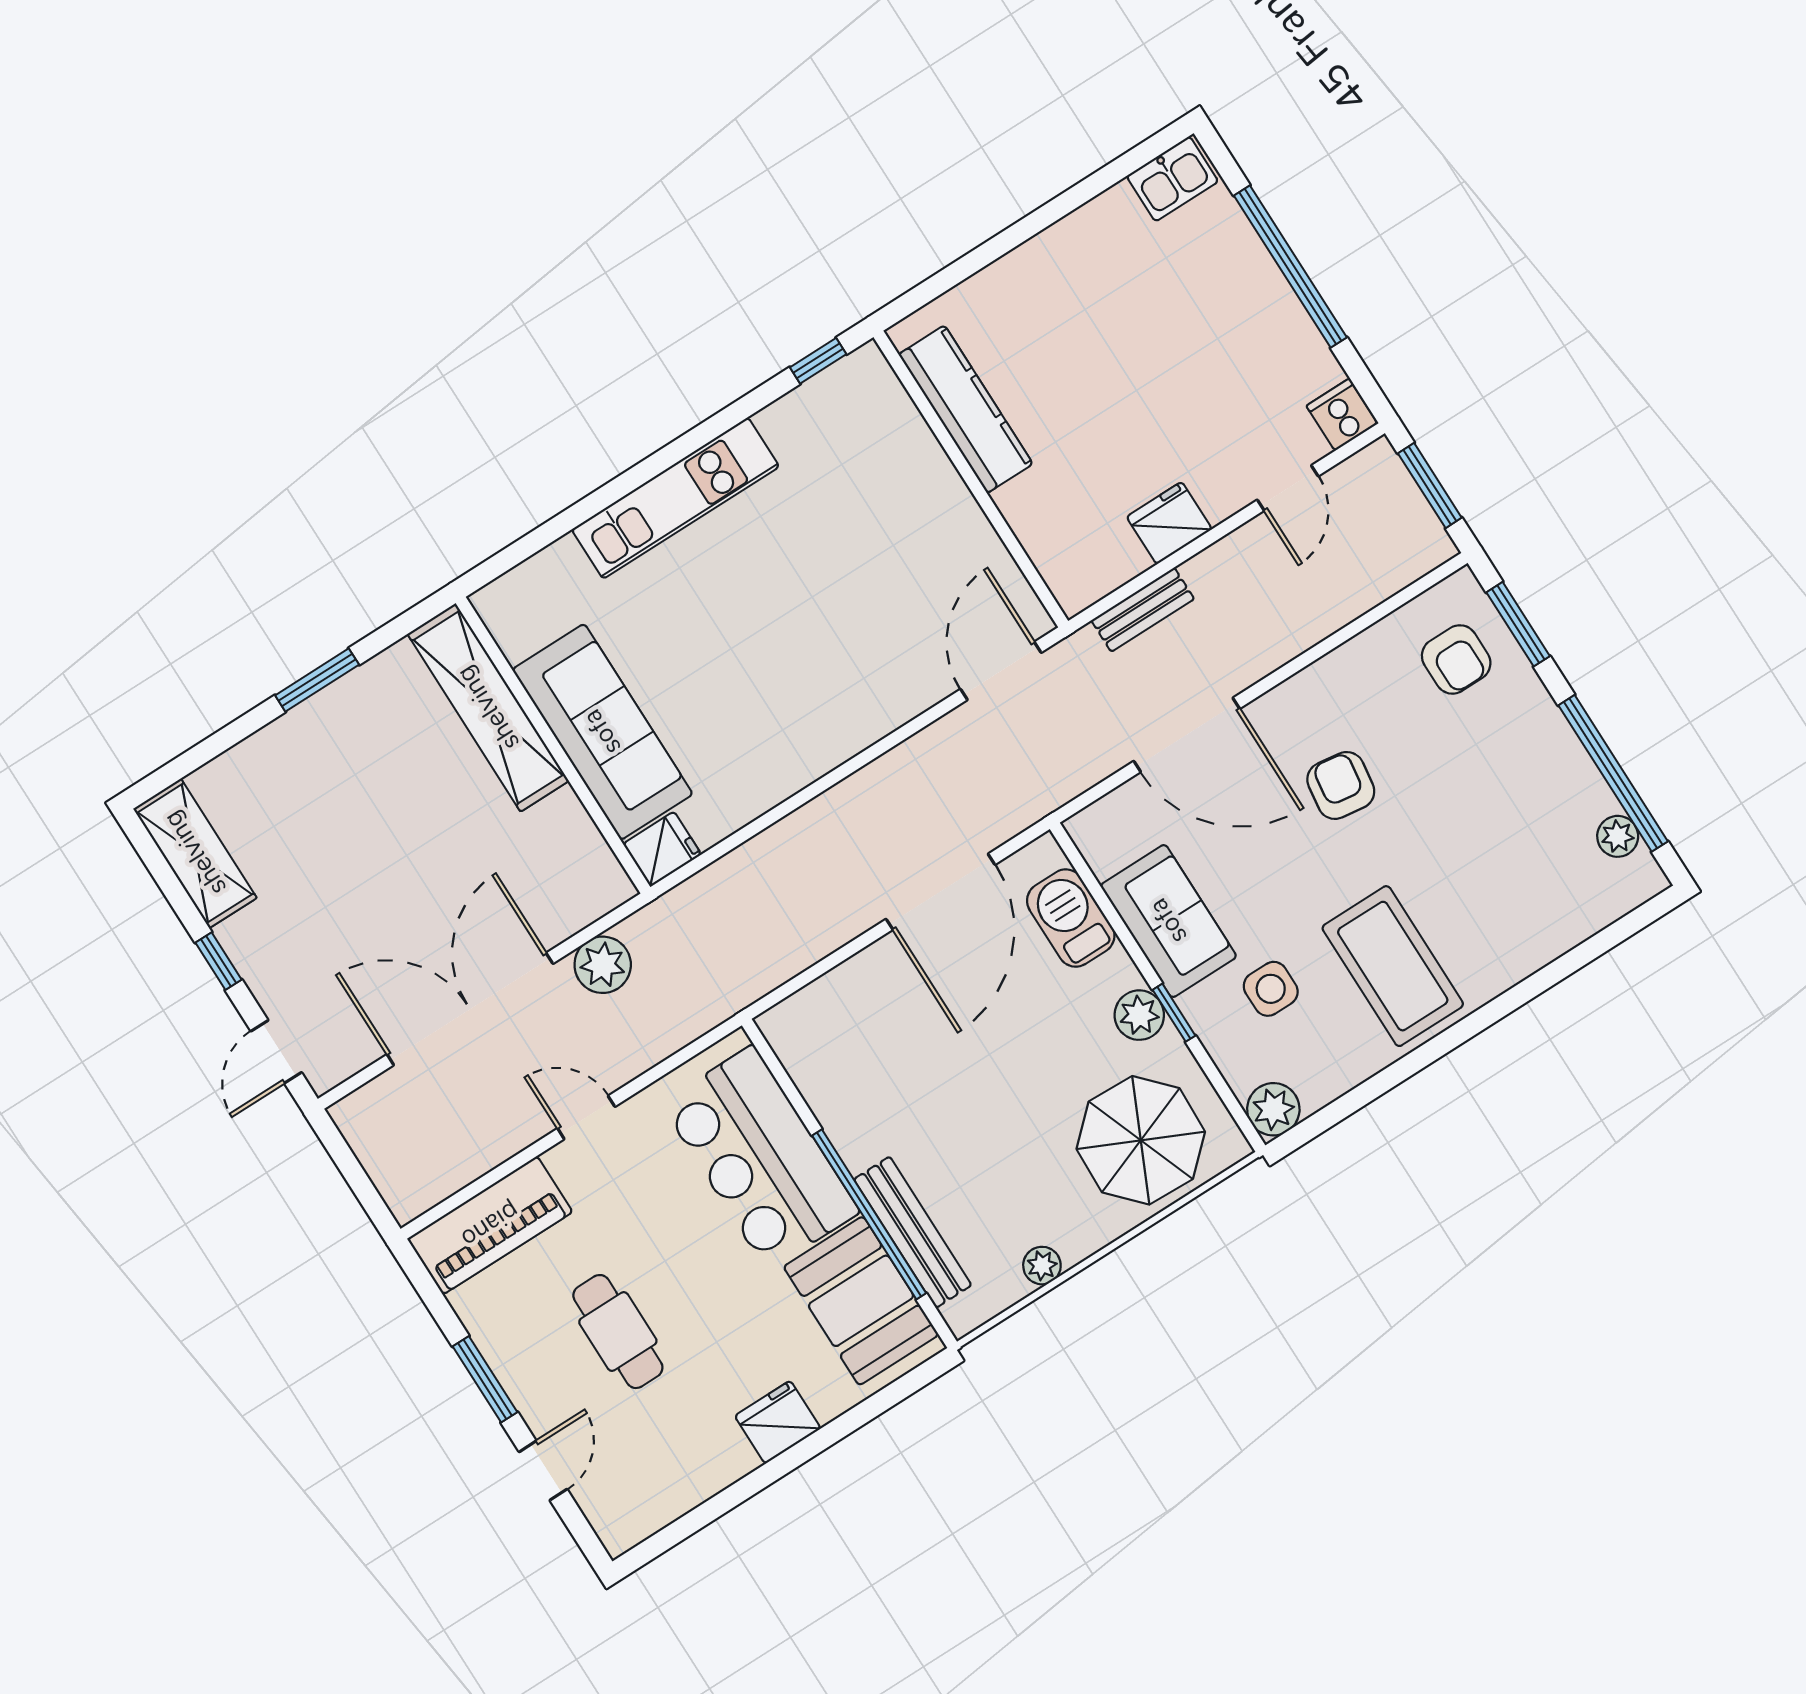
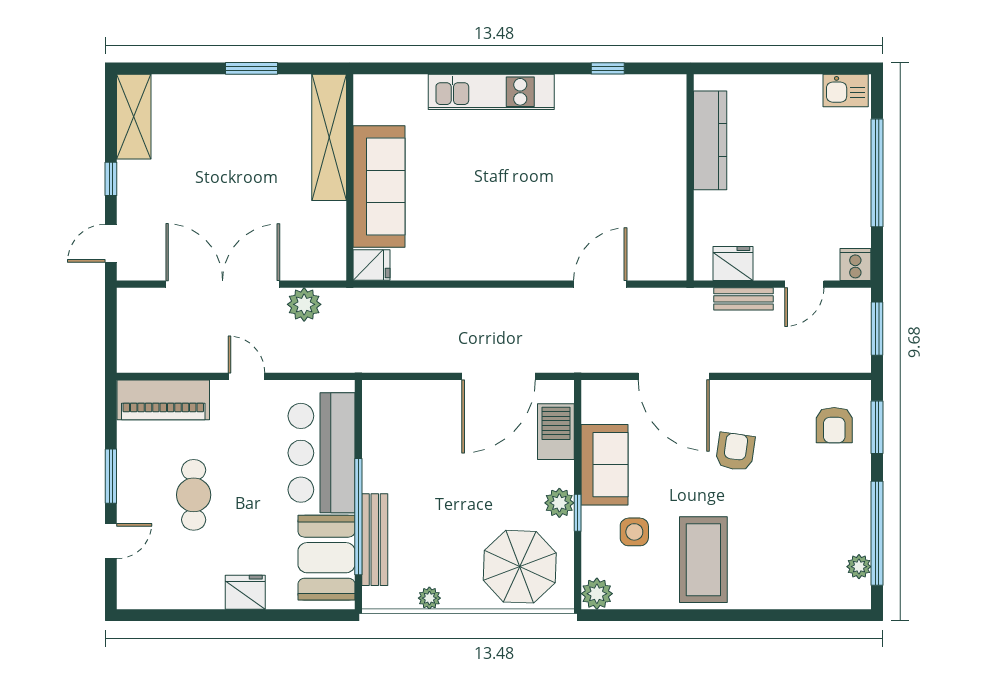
kitchen counter: (966, 409) -> (710, 140), moved
wall: (971, 479) -> (690, 177), moved
bench: (1143, 610) -> (744, 299), moved

